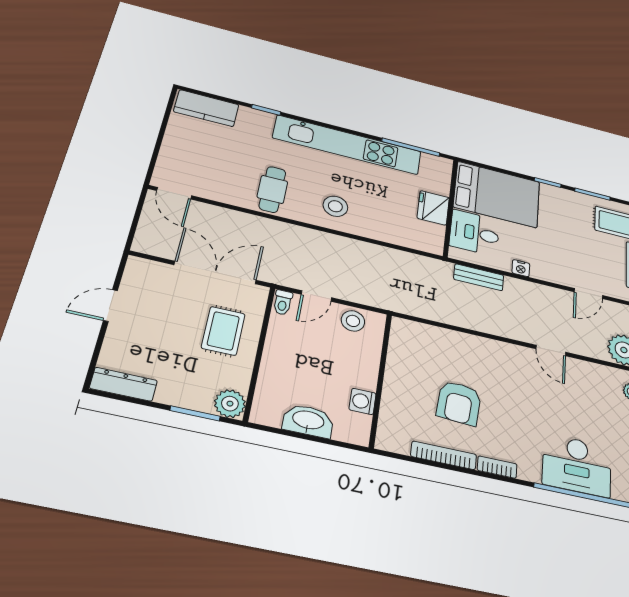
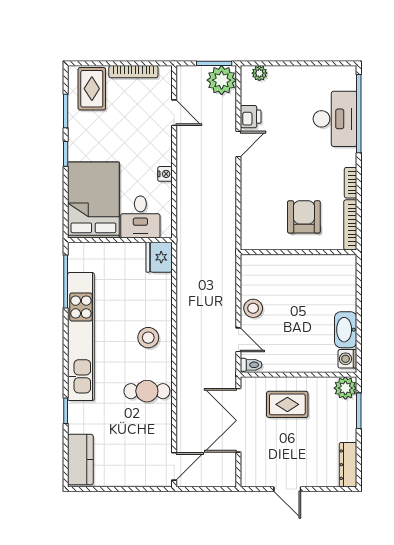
fridge: (433, 208) -> (159, 257), moved, turned 90
bench: (479, 277) -> (184, 210), removed
printer: (582, 371) -> (251, 117), added
wall: (381, 379) -> (299, 252), moved
washing machine: (363, 401) -> (347, 359), moved, turned 90
armchair: (459, 403) -> (304, 217), turned -94

